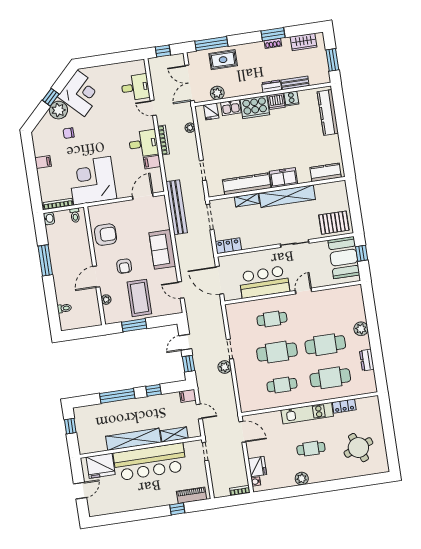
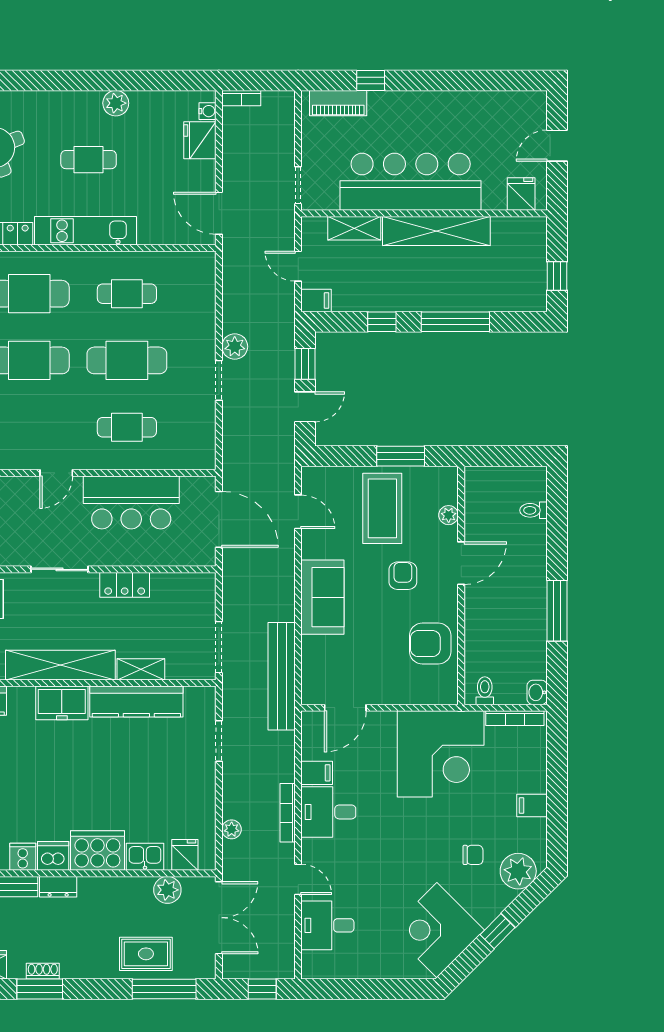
plant: (58, 110) -> (518, 871), moved
locker: (228, 246) -> (125, 585), moved
fridge: (101, 466) -> (521, 194), width x0.53, depth x0.75

